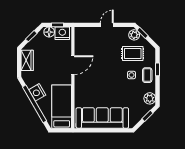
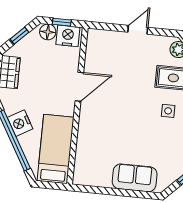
sofa: (102, 118) -> (135, 178), width x0.54, depth x0.79

